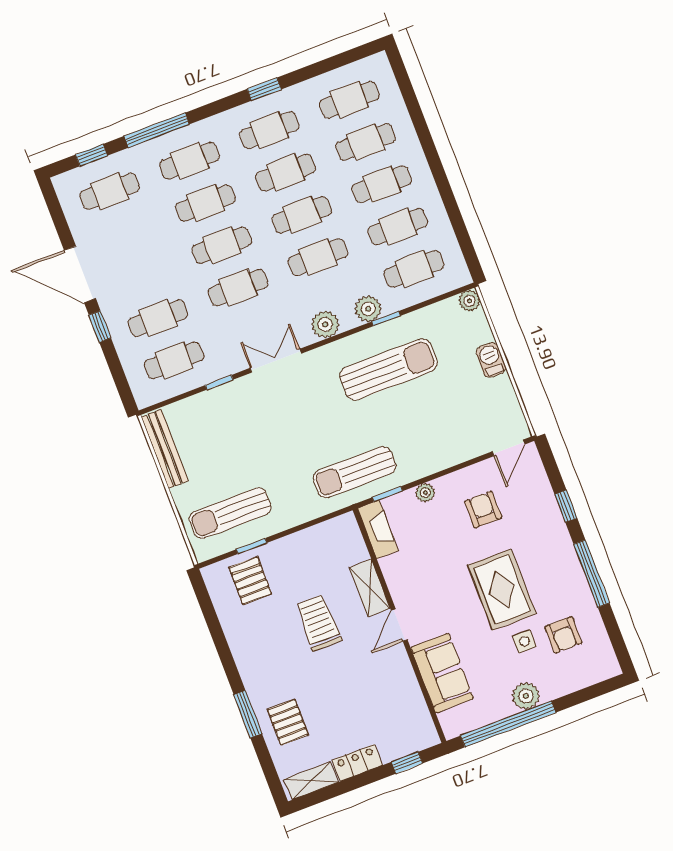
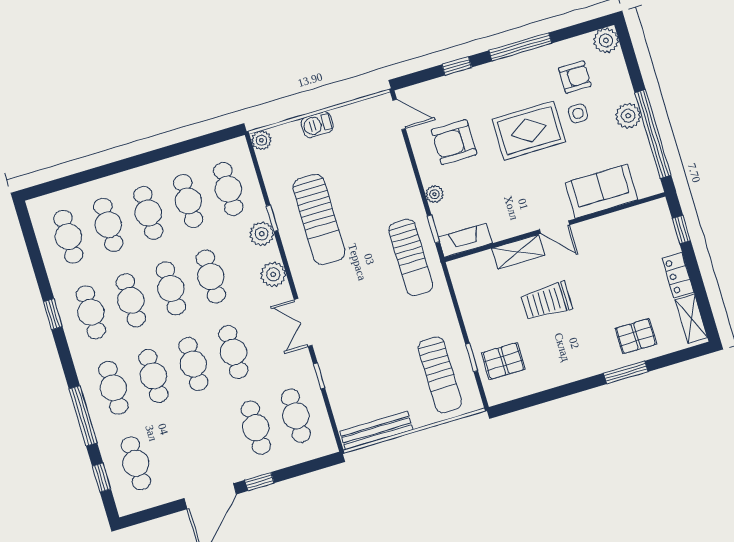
sun lounger: (388, 369) -> (319, 219), turned 180
armchair: (483, 509) -> (454, 142), width x1.38, depth x1.38
plant: (606, 666) -> (606, 40), added

